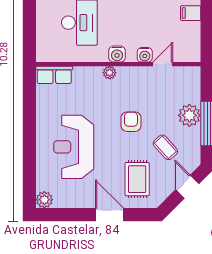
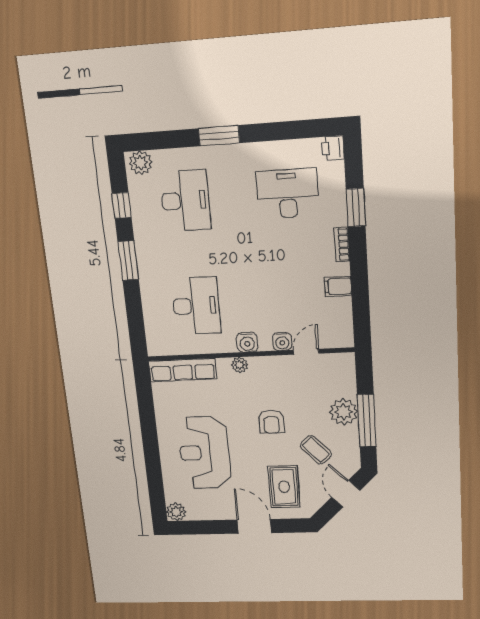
row of seats: (54, 75) -> (183, 370), width x1.48
armchair: (131, 122) -> (271, 422), turned 180

